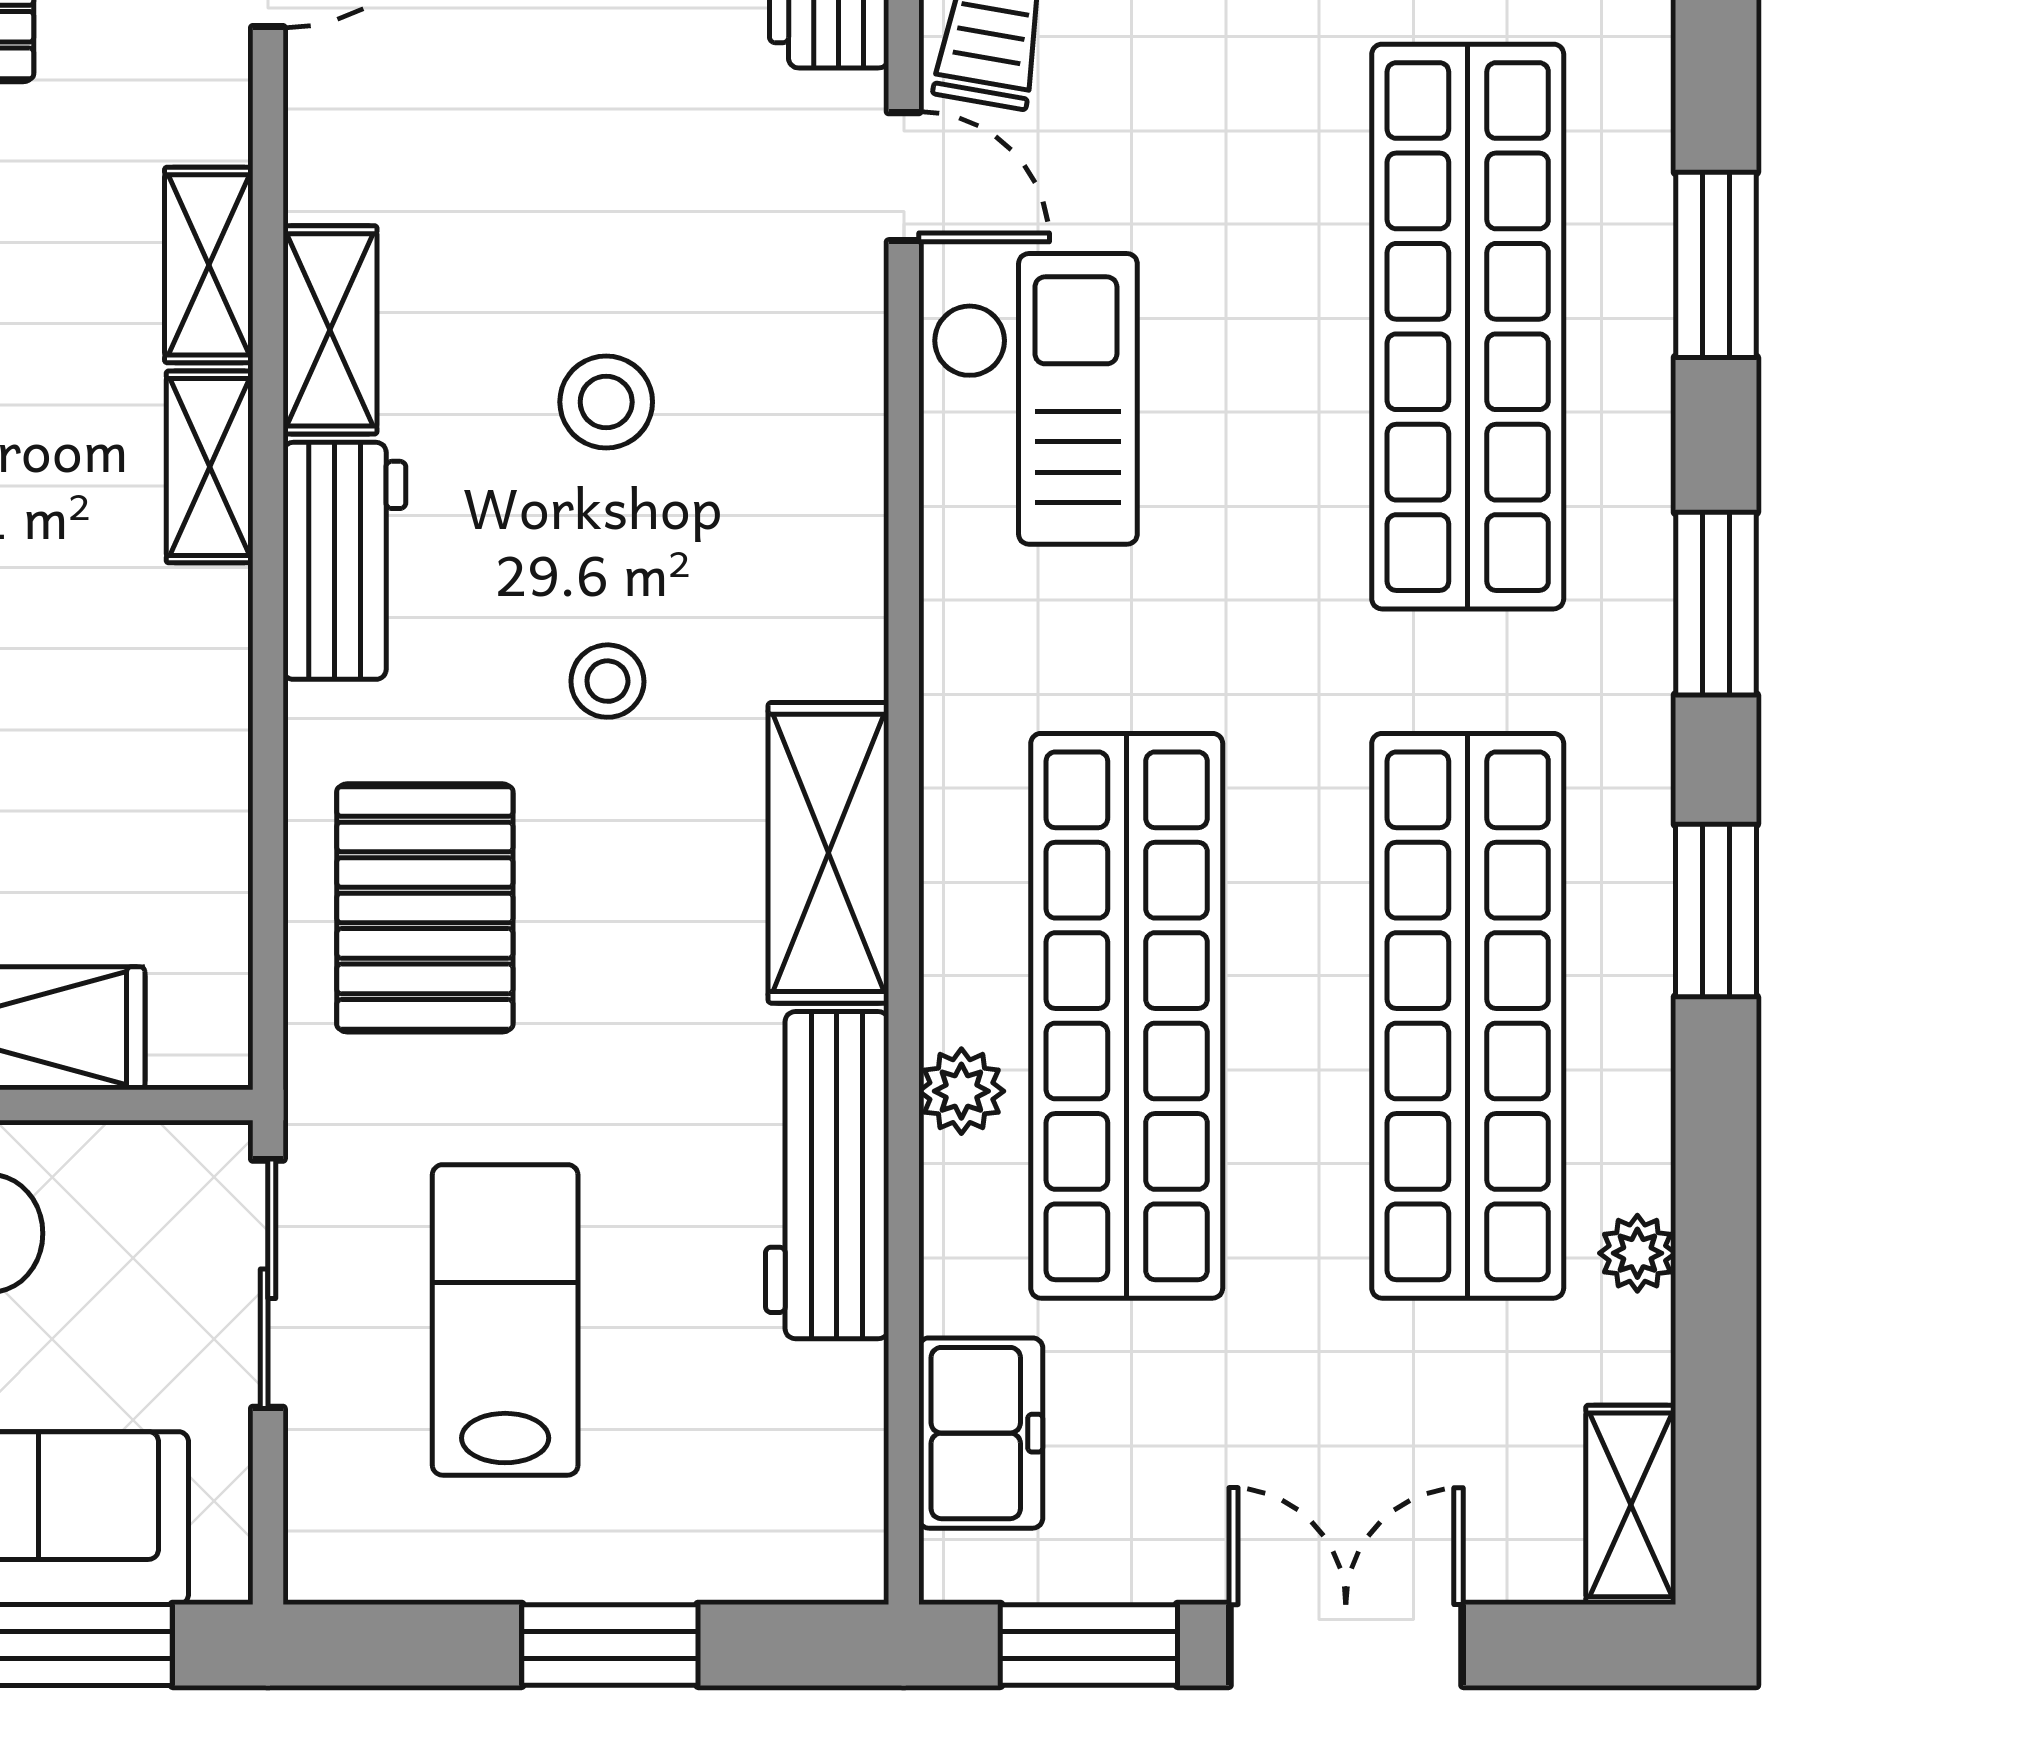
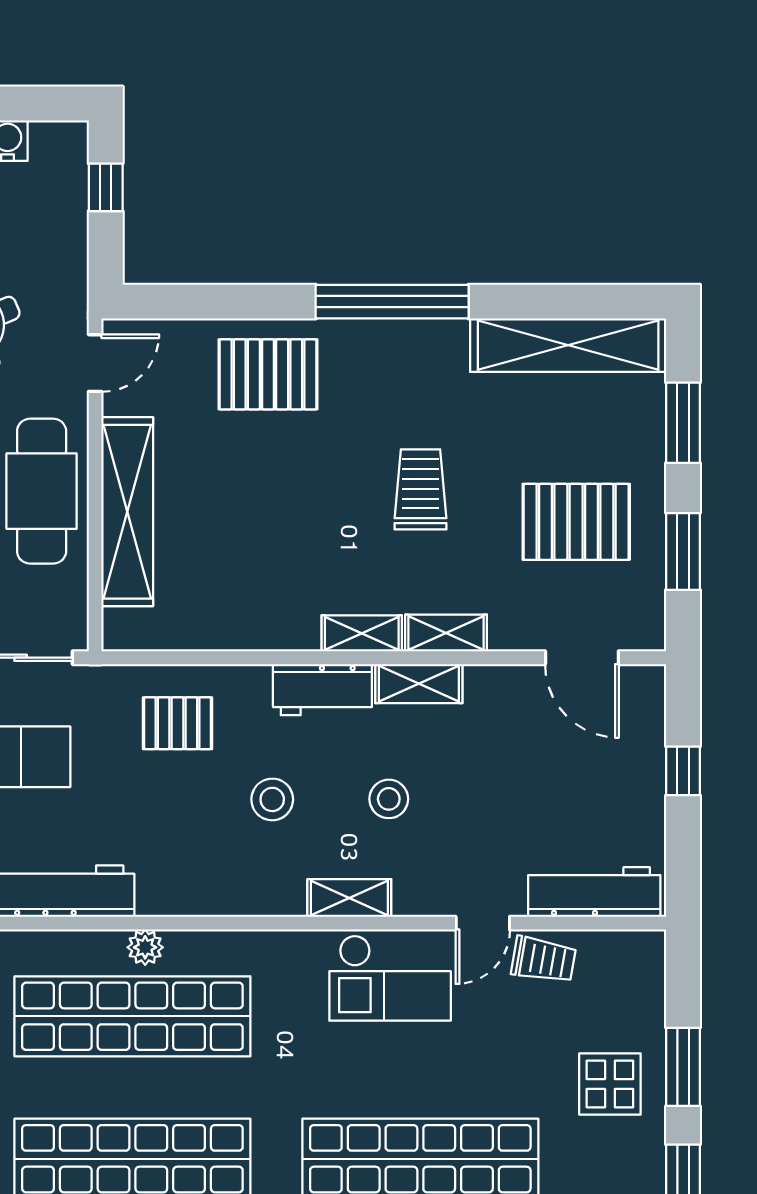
stool: (607, 681) -> (272, 799), width x1.37, depth x1.37
shelving: (828, 853) -> (349, 898), moved, width x0.67, depth x0.75
pallet: (425, 908) -> (178, 723), width x0.67, depth x0.71
plant: (961, 1091) -> (145, 947), moved

